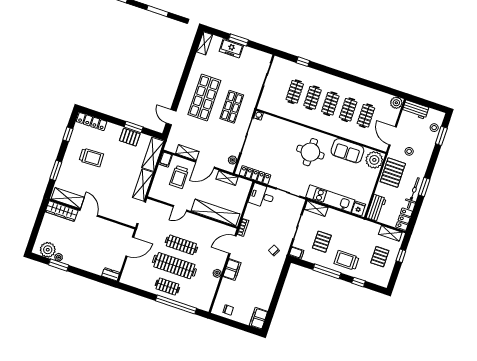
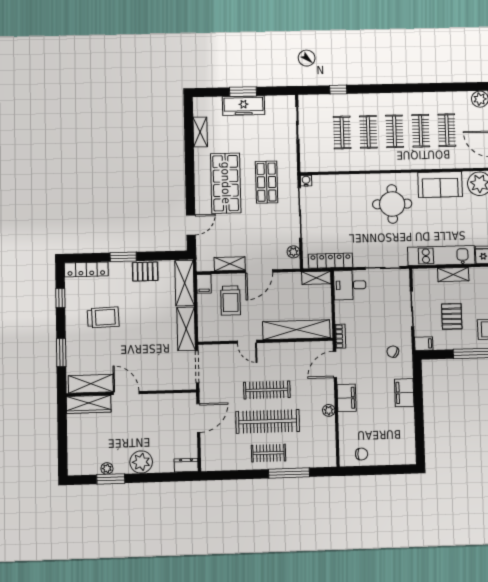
shelving: (204, 43) -> (200, 132), moved
freezer: (231, 48) -> (243, 106), width x1.40
door: (171, 117) -> (191, 225), swing flipped
window: (134, 127) -> (123, 257), moved
shelving: (227, 178) -> (316, 278), moved
door: (180, 208) -> (247, 342), hinge flipped
shelving: (316, 208) -> (453, 274), moved
plant: (48, 250) -> (141, 462), moved
window: (176, 304) -> (289, 473), width x0.68
filing cabinet: (259, 319) -> (404, 393), moved

